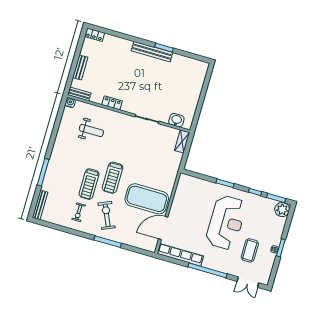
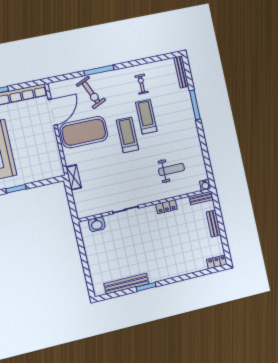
bench: (152, 52) -> (126, 284), moved
weight bench: (91, 130) -> (172, 169), turned 180
shelving: (182, 141) -> (74, 177), moved
exercise bike: (107, 215) -> (91, 92), moved

